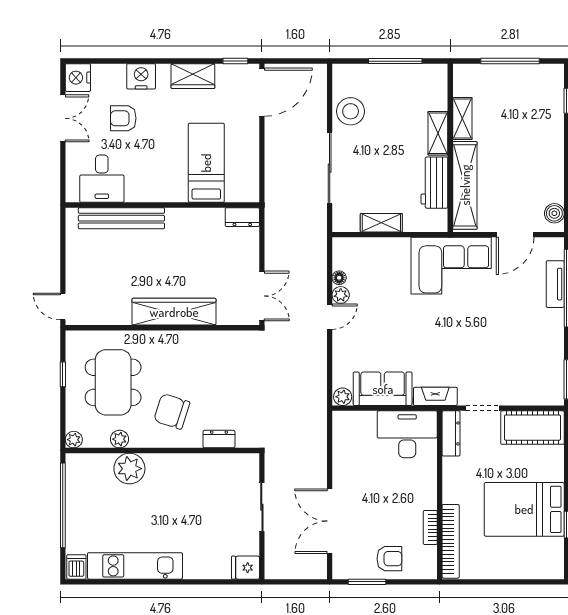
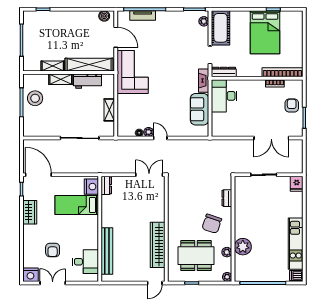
nightstand: (141, 76) -> (91, 187), moved, turned 180
stool: (351, 111) -> (35, 98), moved
wardrobe: (174, 312) -> (158, 245), moved
plant: (343, 397) -> (204, 21), moved

